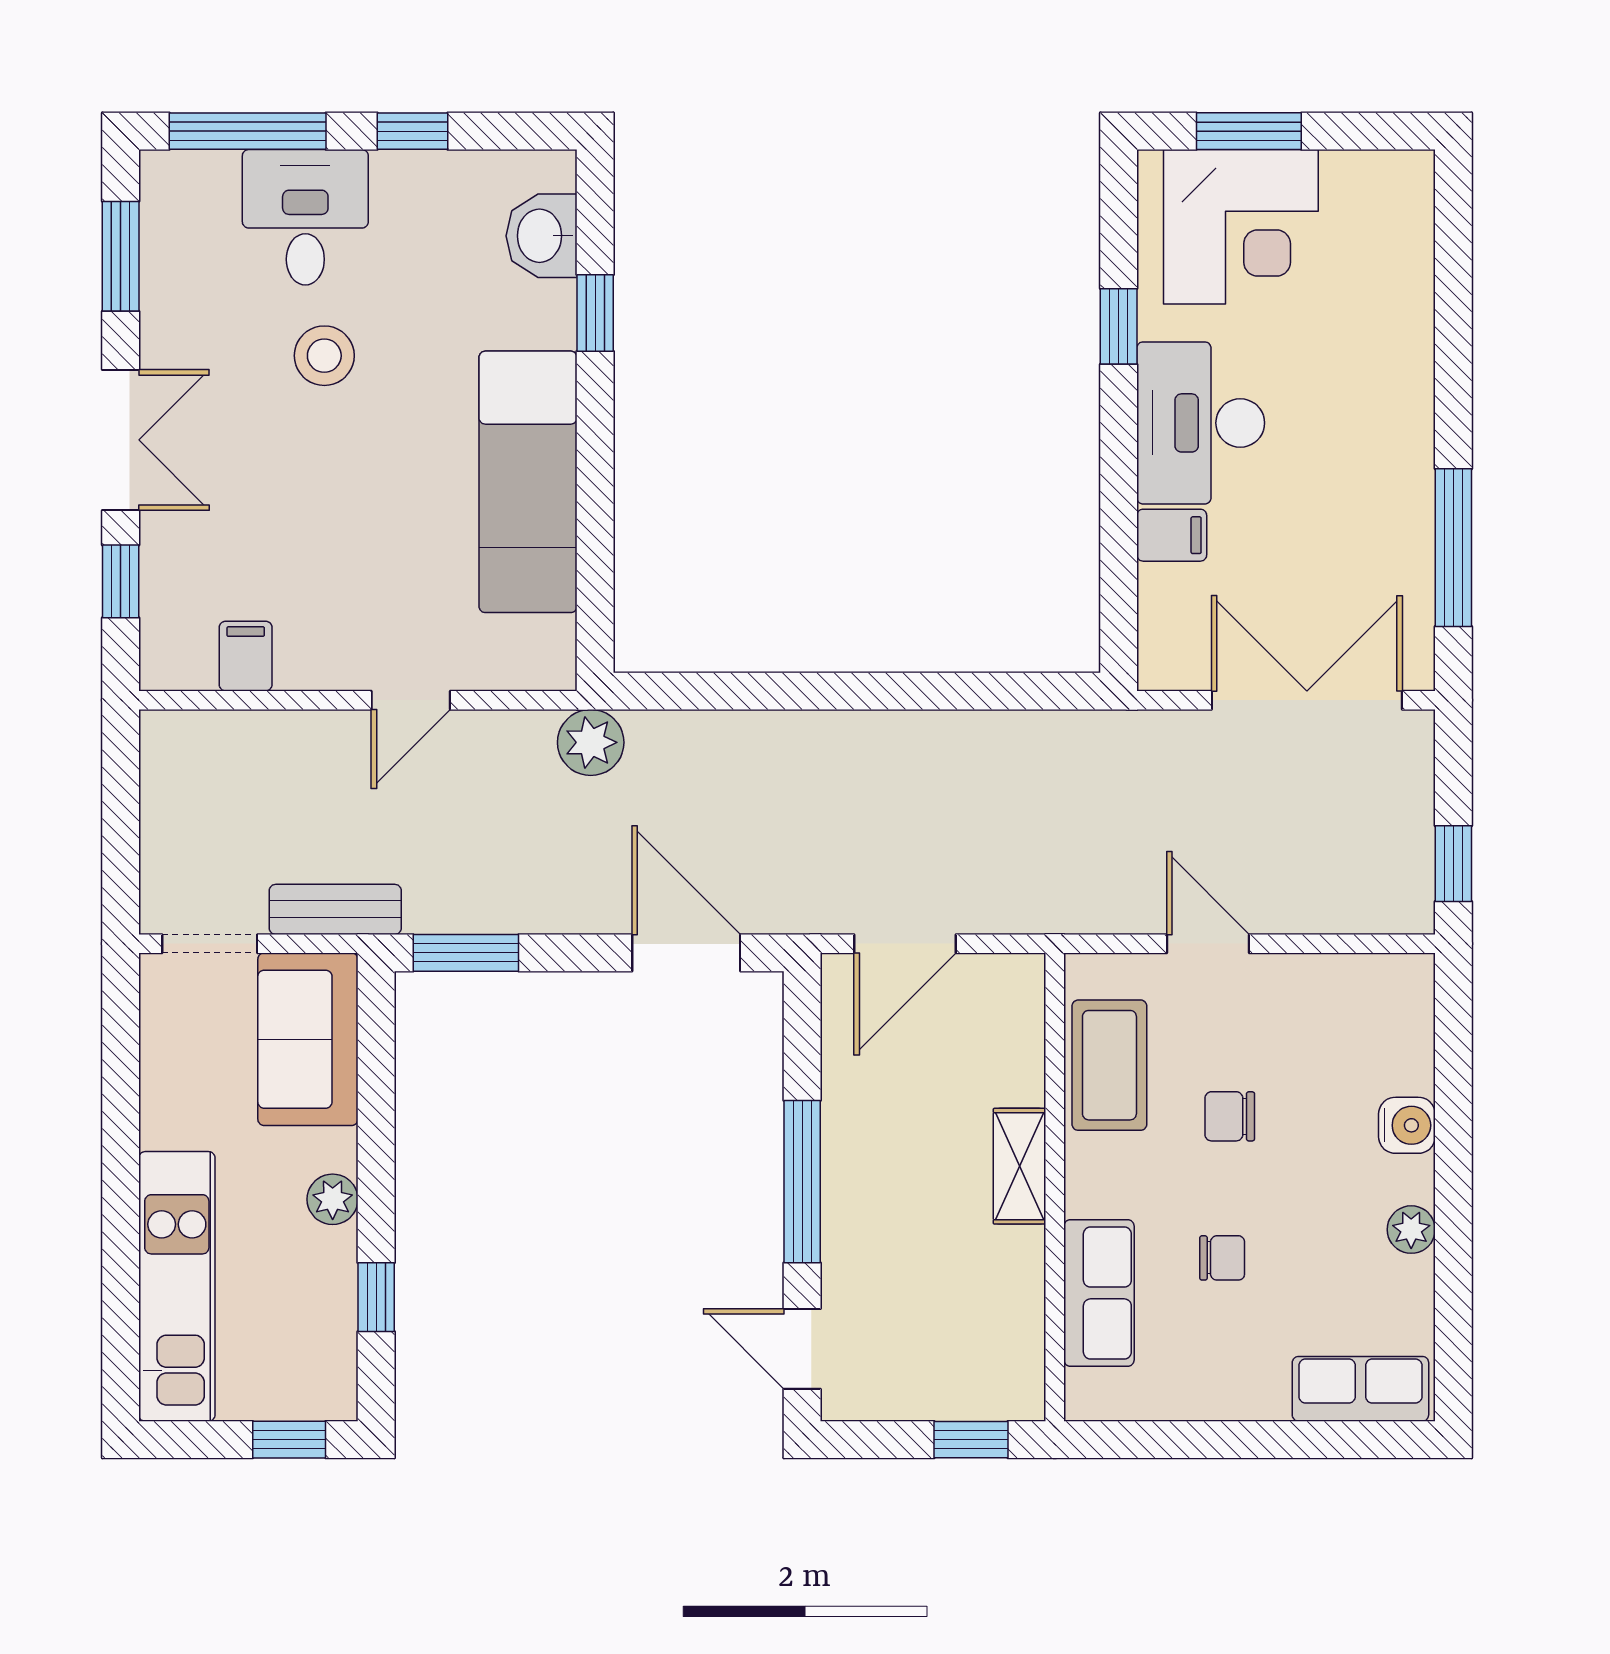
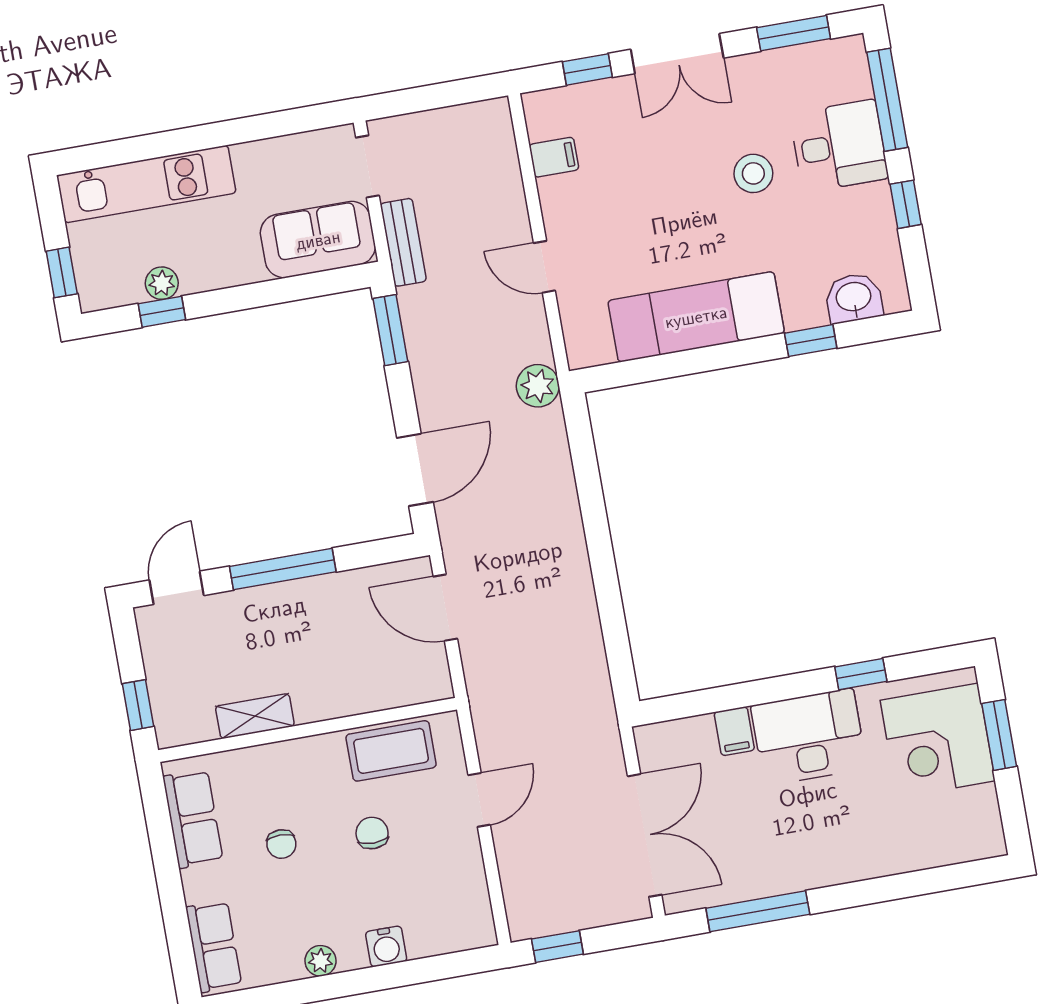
shelving: (1020, 1166) -> (255, 716), moved
plant: (333, 1199) -> (162, 283), moved
row of seats: (1099, 1293) -> (193, 819), moved, turned -90

